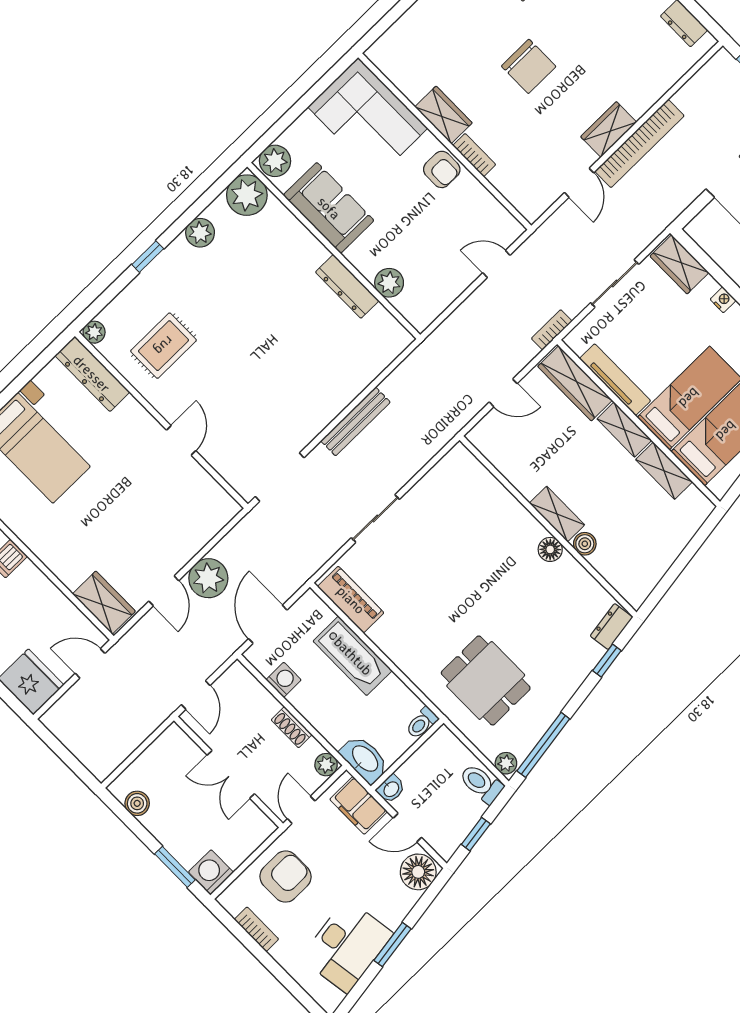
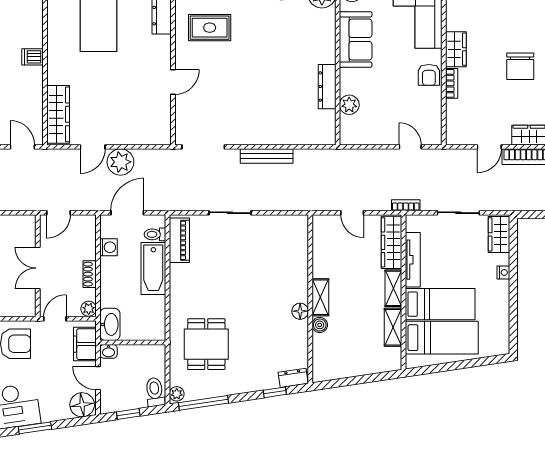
wardrobe: (104, 603) -> (58, 114), width x1.50
toilet: (422, 723) -> (155, 234), moved

